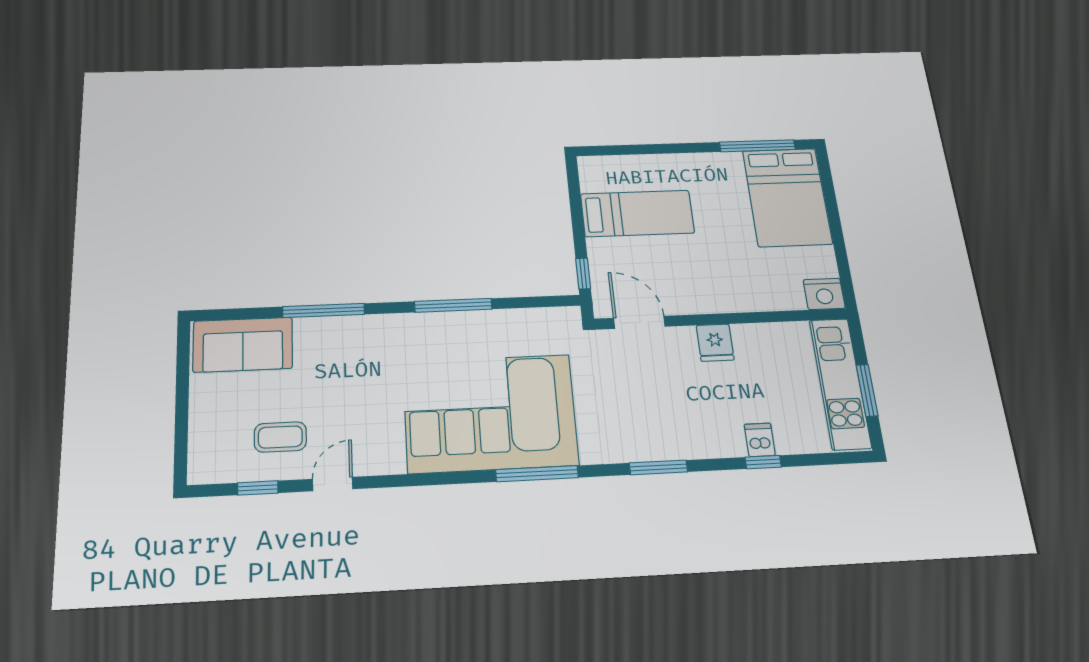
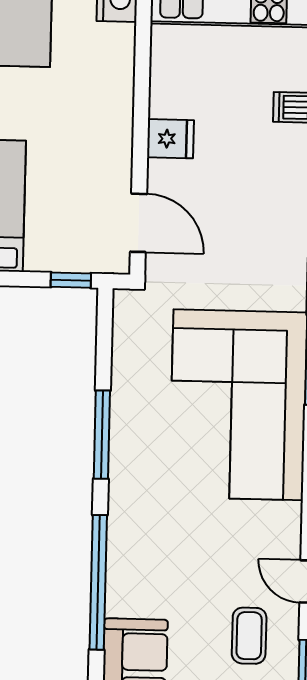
window: (324, 311) -> (98, 582), width x1.46
door: (639, 322) -> (138, 223), swing flipped

